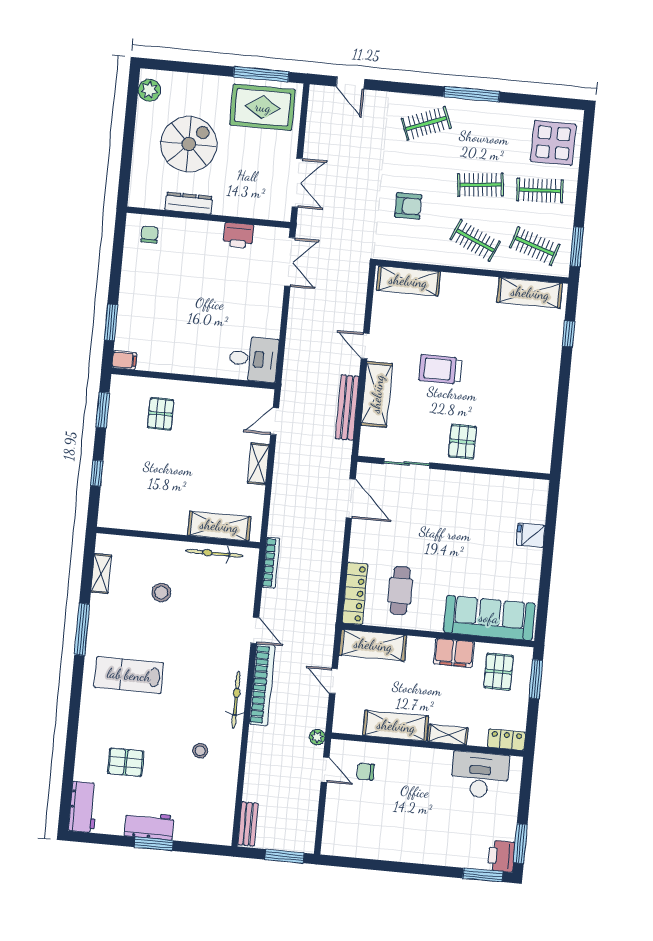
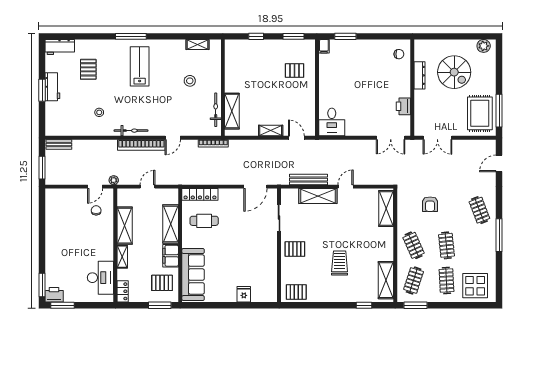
clothes rail: (475, 240) -> (414, 245), turned -48
trolley: (440, 369) -> (340, 263), moved
pallet: (535, 446) -> (296, 292), added
window: (82, 629) -> (131, 36), moved
shelving: (373, 645) -> (171, 224), moved

